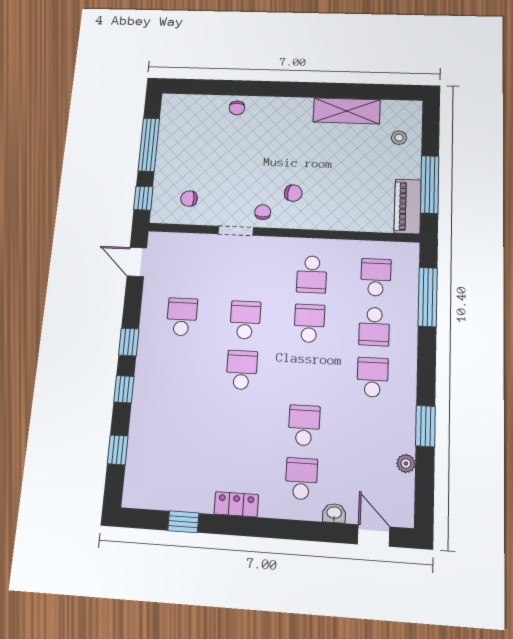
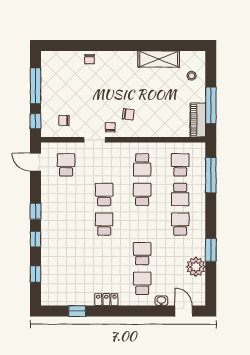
school desk: (182, 317) -> (66, 165), moved
plant: (406, 463) -> (196, 267), width x1.88, depth x1.88

